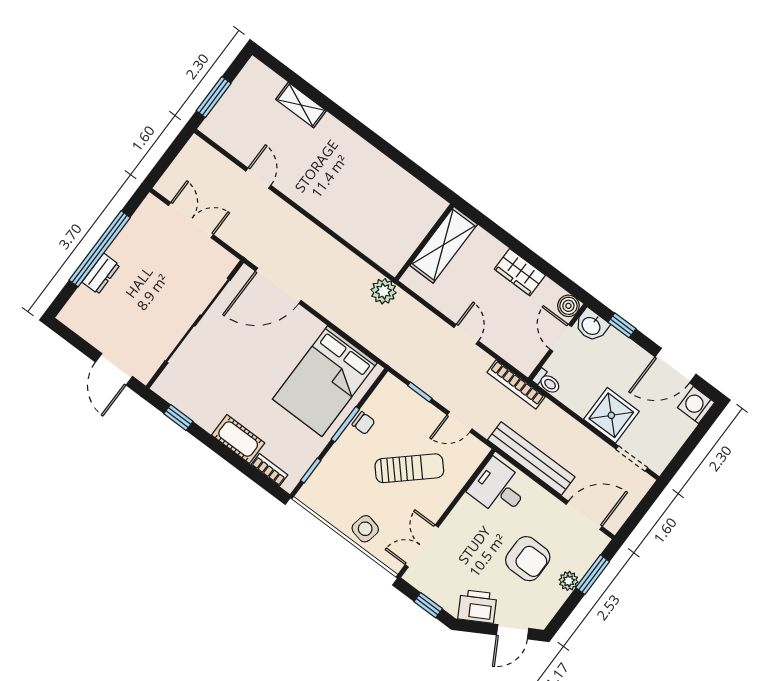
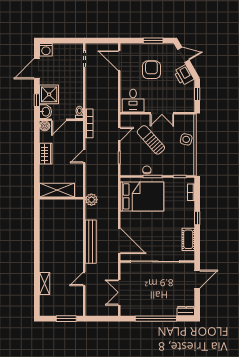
dresser: (101, 274) -> (186, 311), moved
door: (676, 366) -> (37, 69), swing flipped
shower: (611, 415) -> (49, 94), moved
window: (178, 418) -> (197, 218), moved
door: (460, 422) -> (119, 134), hinge flipped
cot: (238, 439) -> (188, 239), moved
bench: (531, 458) -> (91, 242), moved
double door: (422, 546) -> (162, 113), moved
window: (593, 575) -> (153, 41), moved
plant: (569, 581) -> (148, 48), removed

